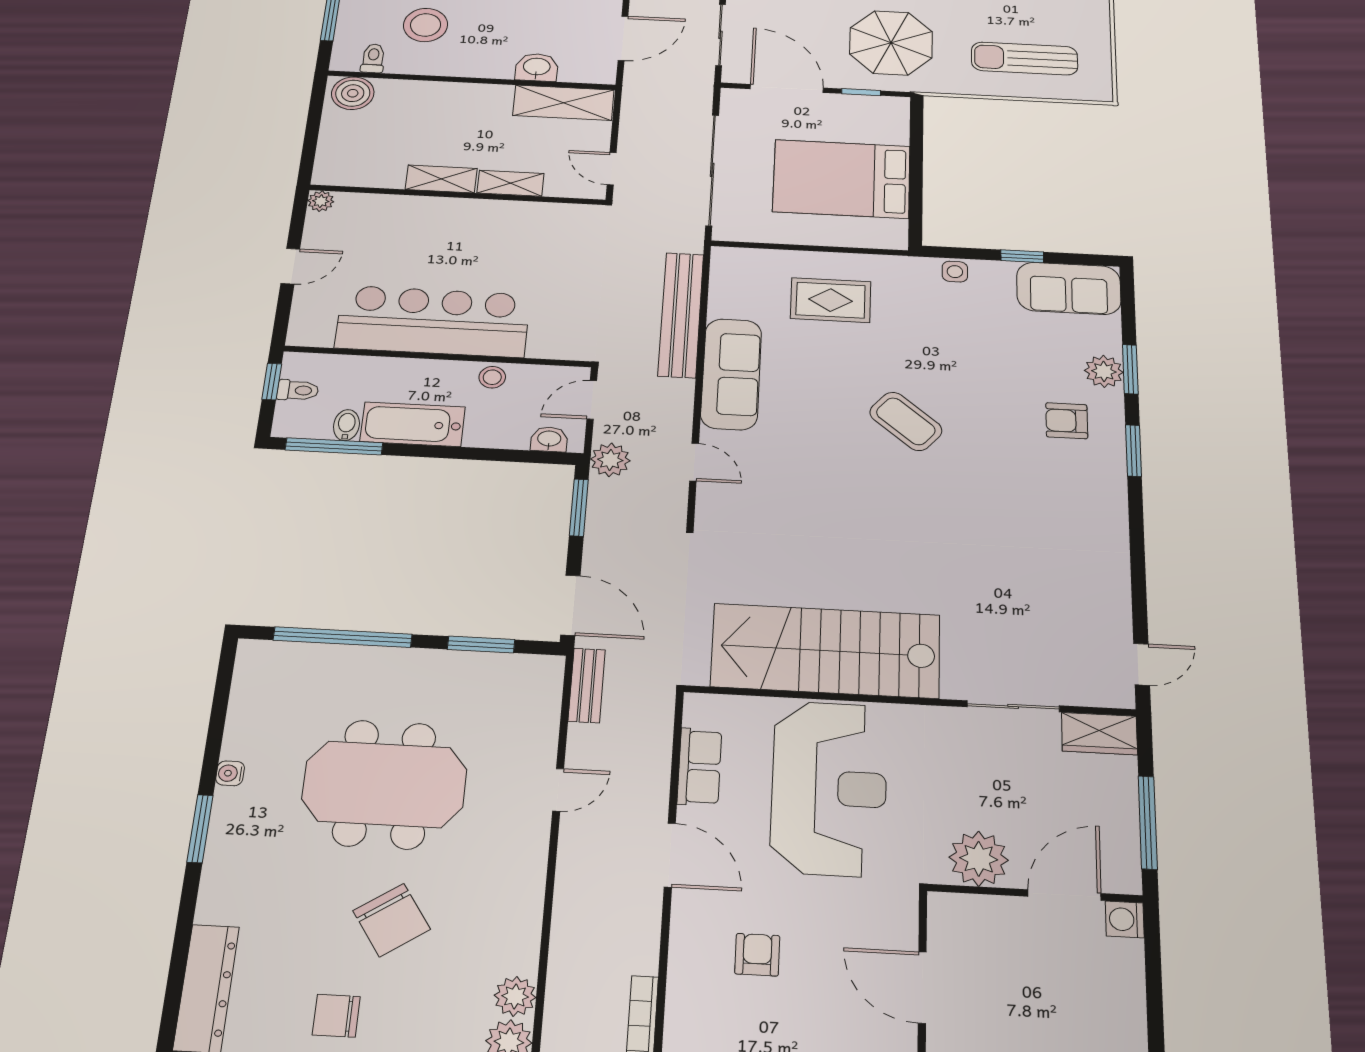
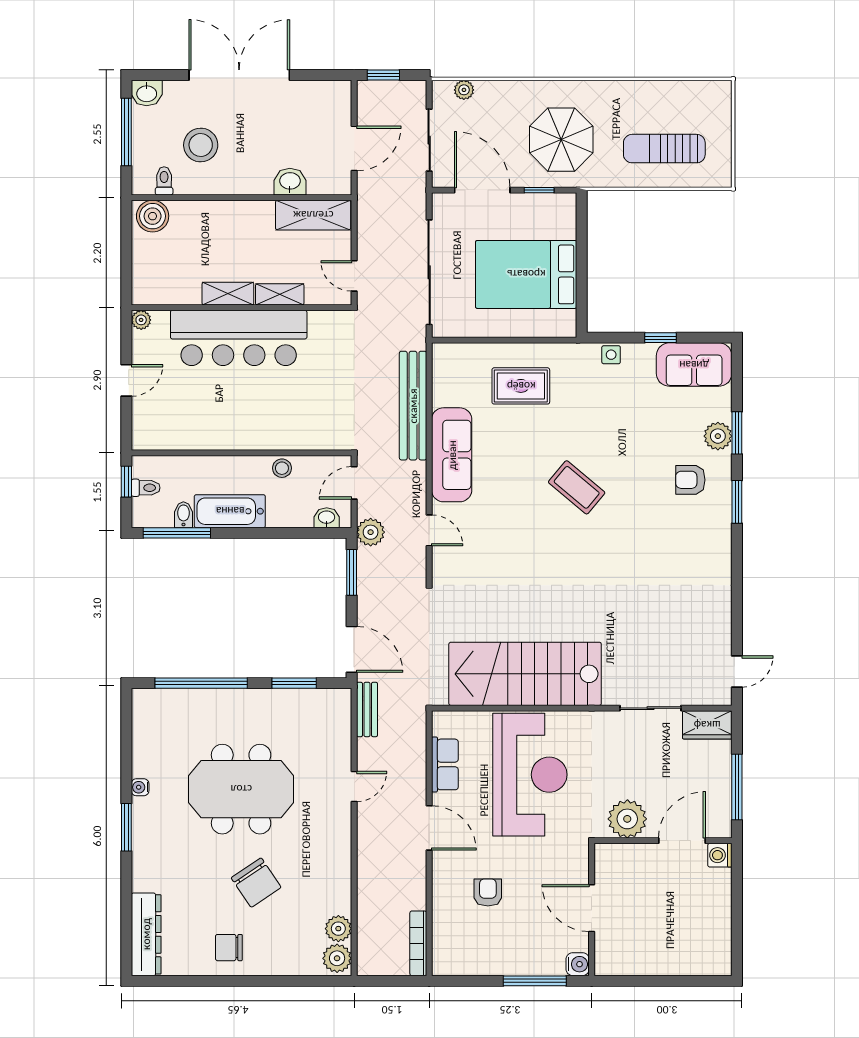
bar counter: (433, 321) -> (239, 338), moved, turned 180

